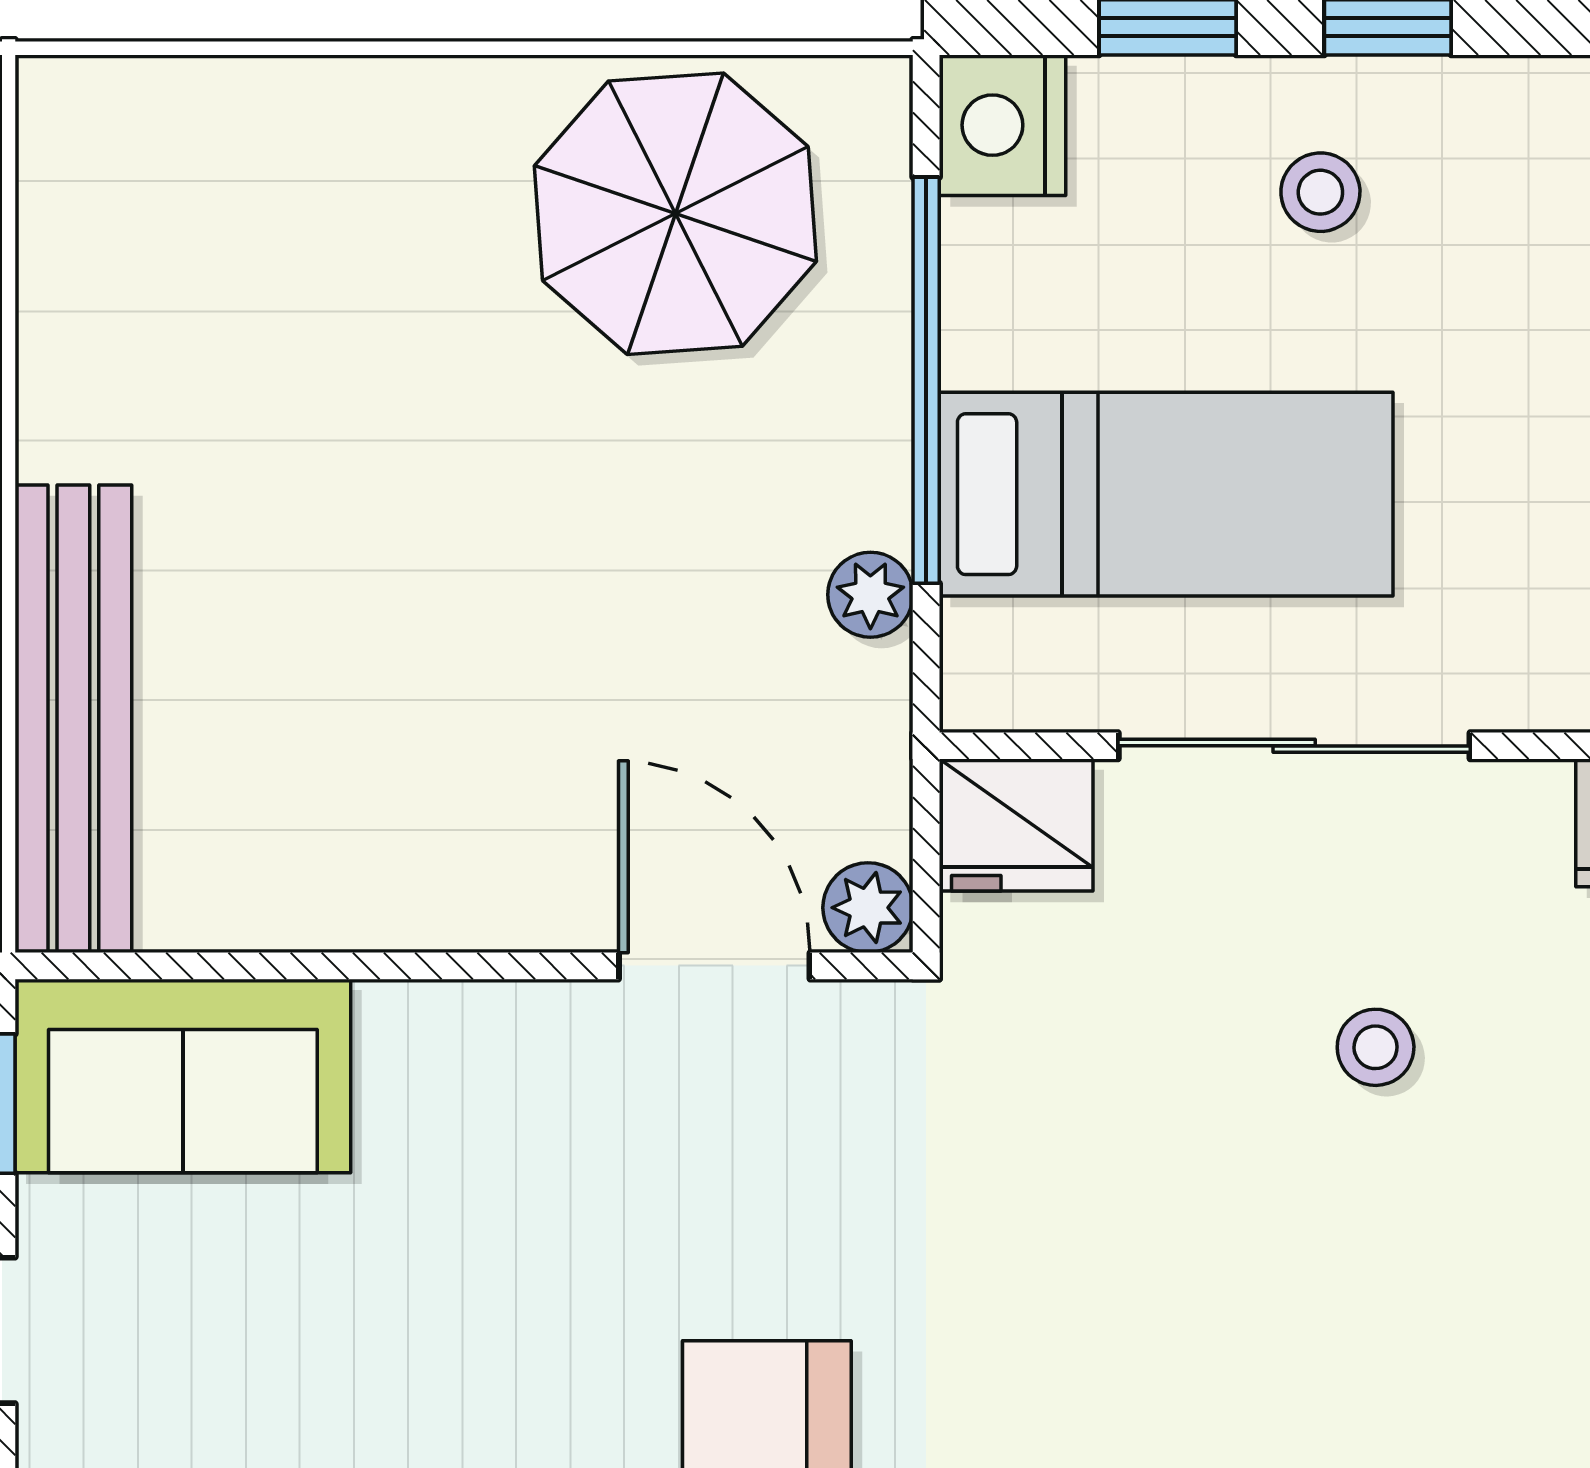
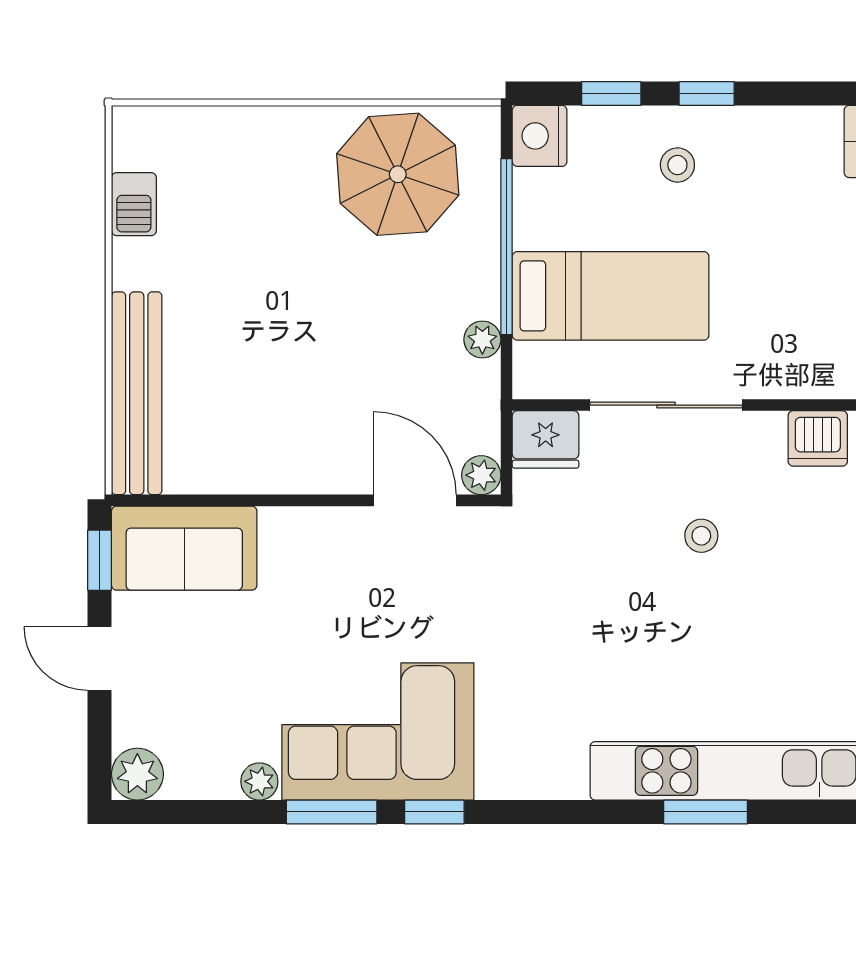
barbecue: (67, 282) -> (134, 204), added

